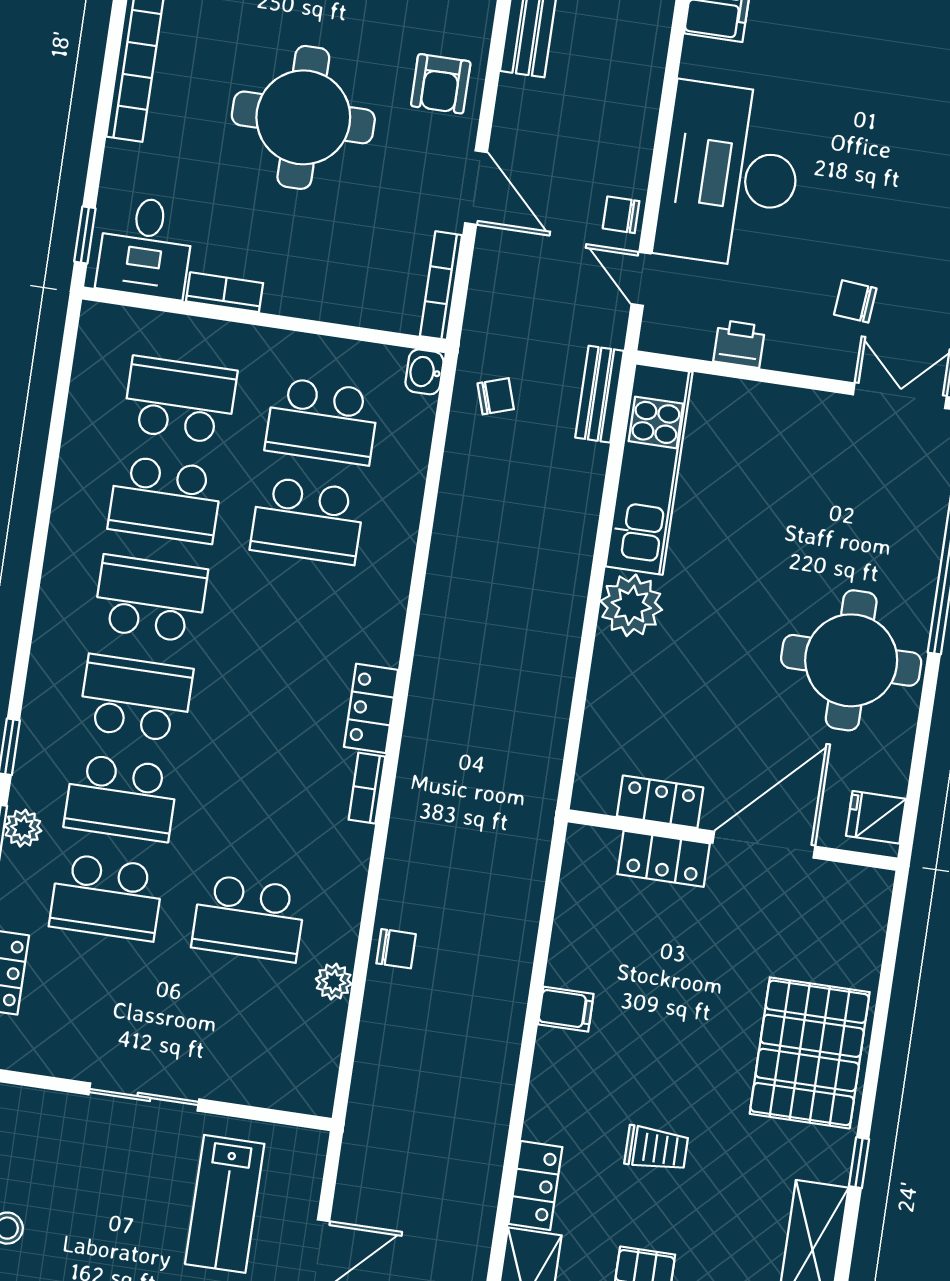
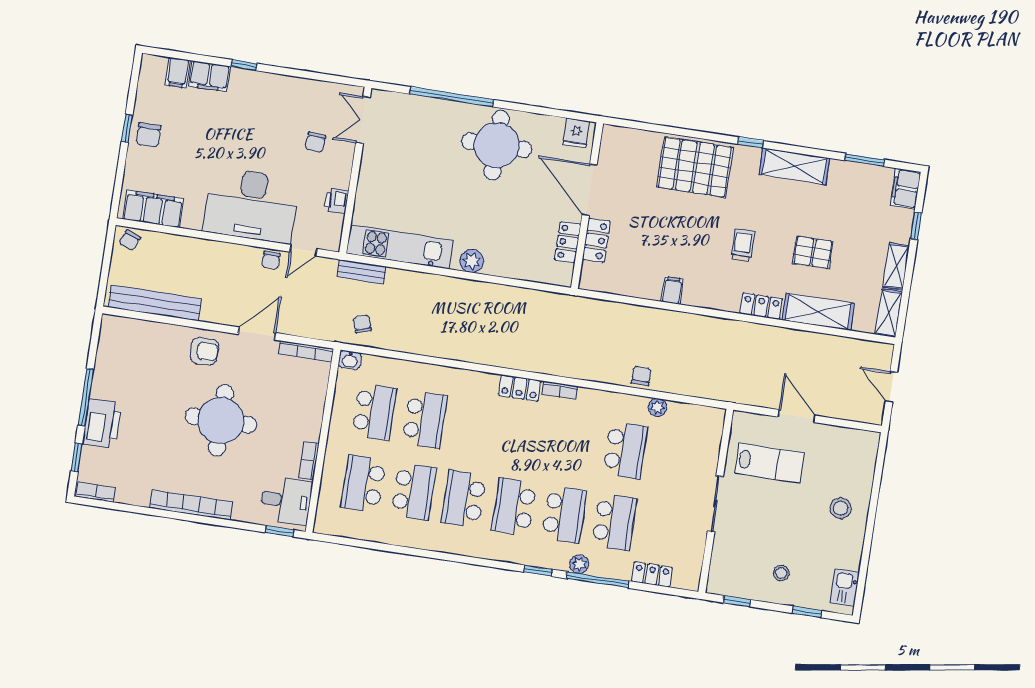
plant: (631, 605) -> (472, 261), width x0.73, depth x0.73

